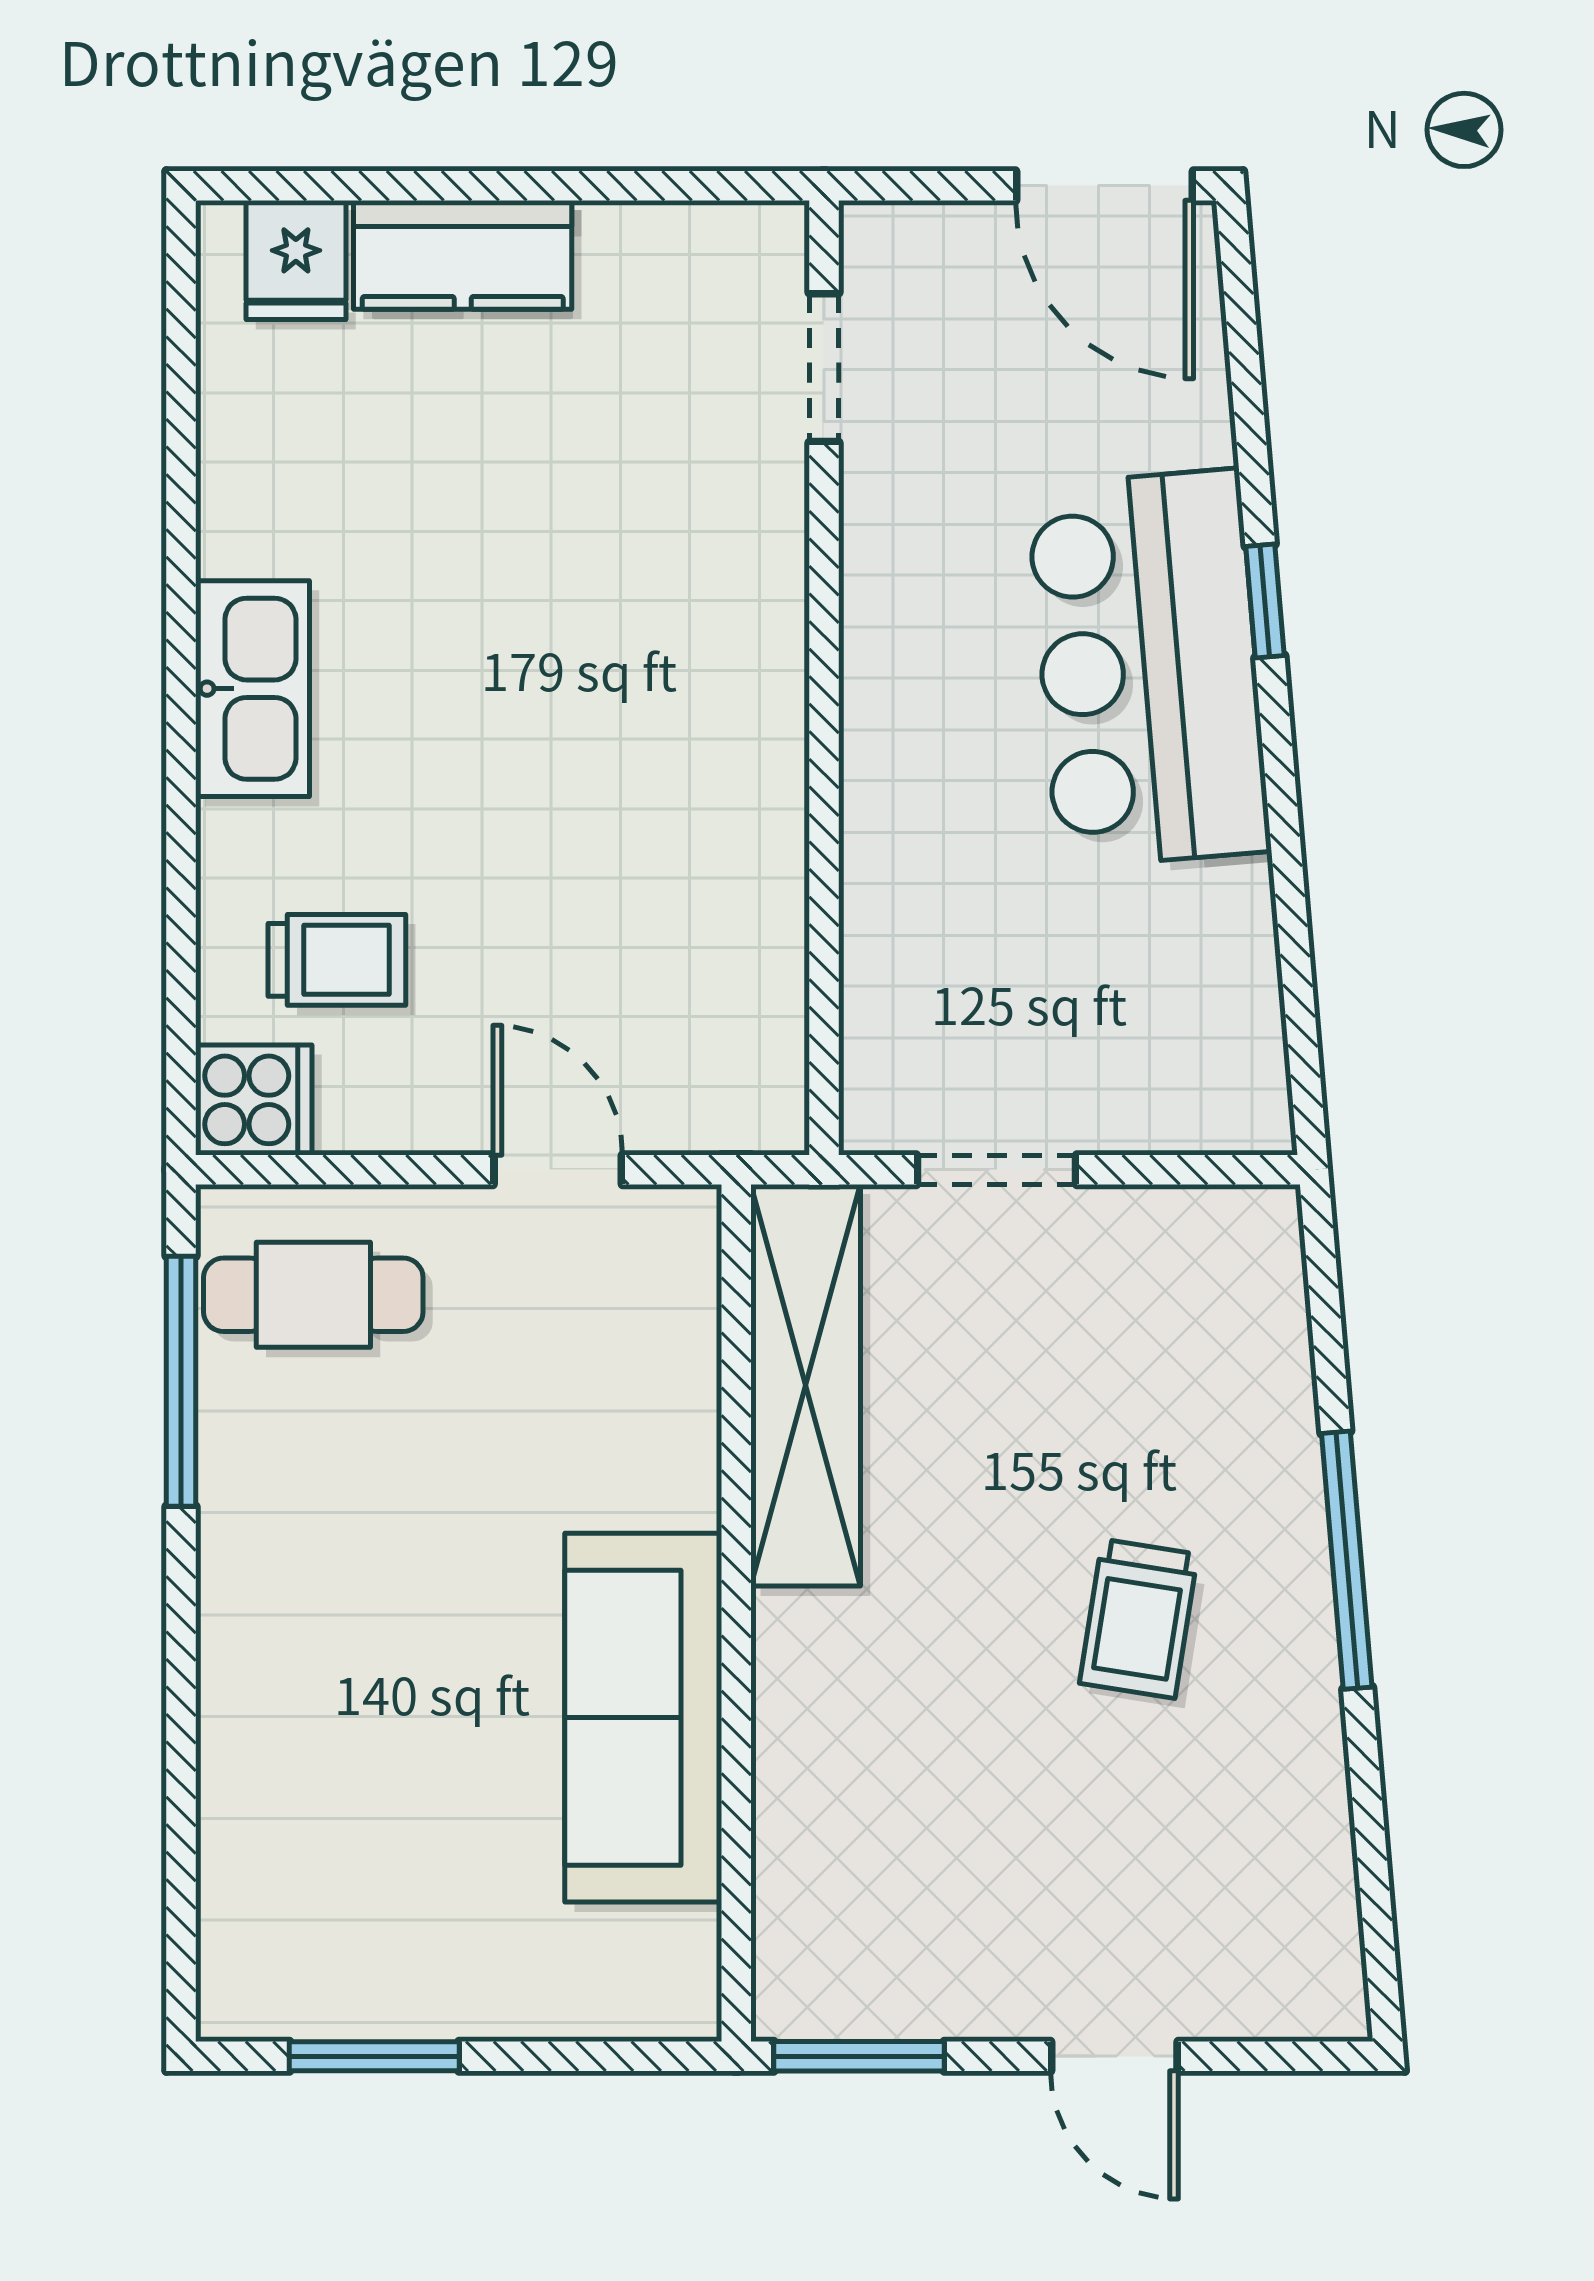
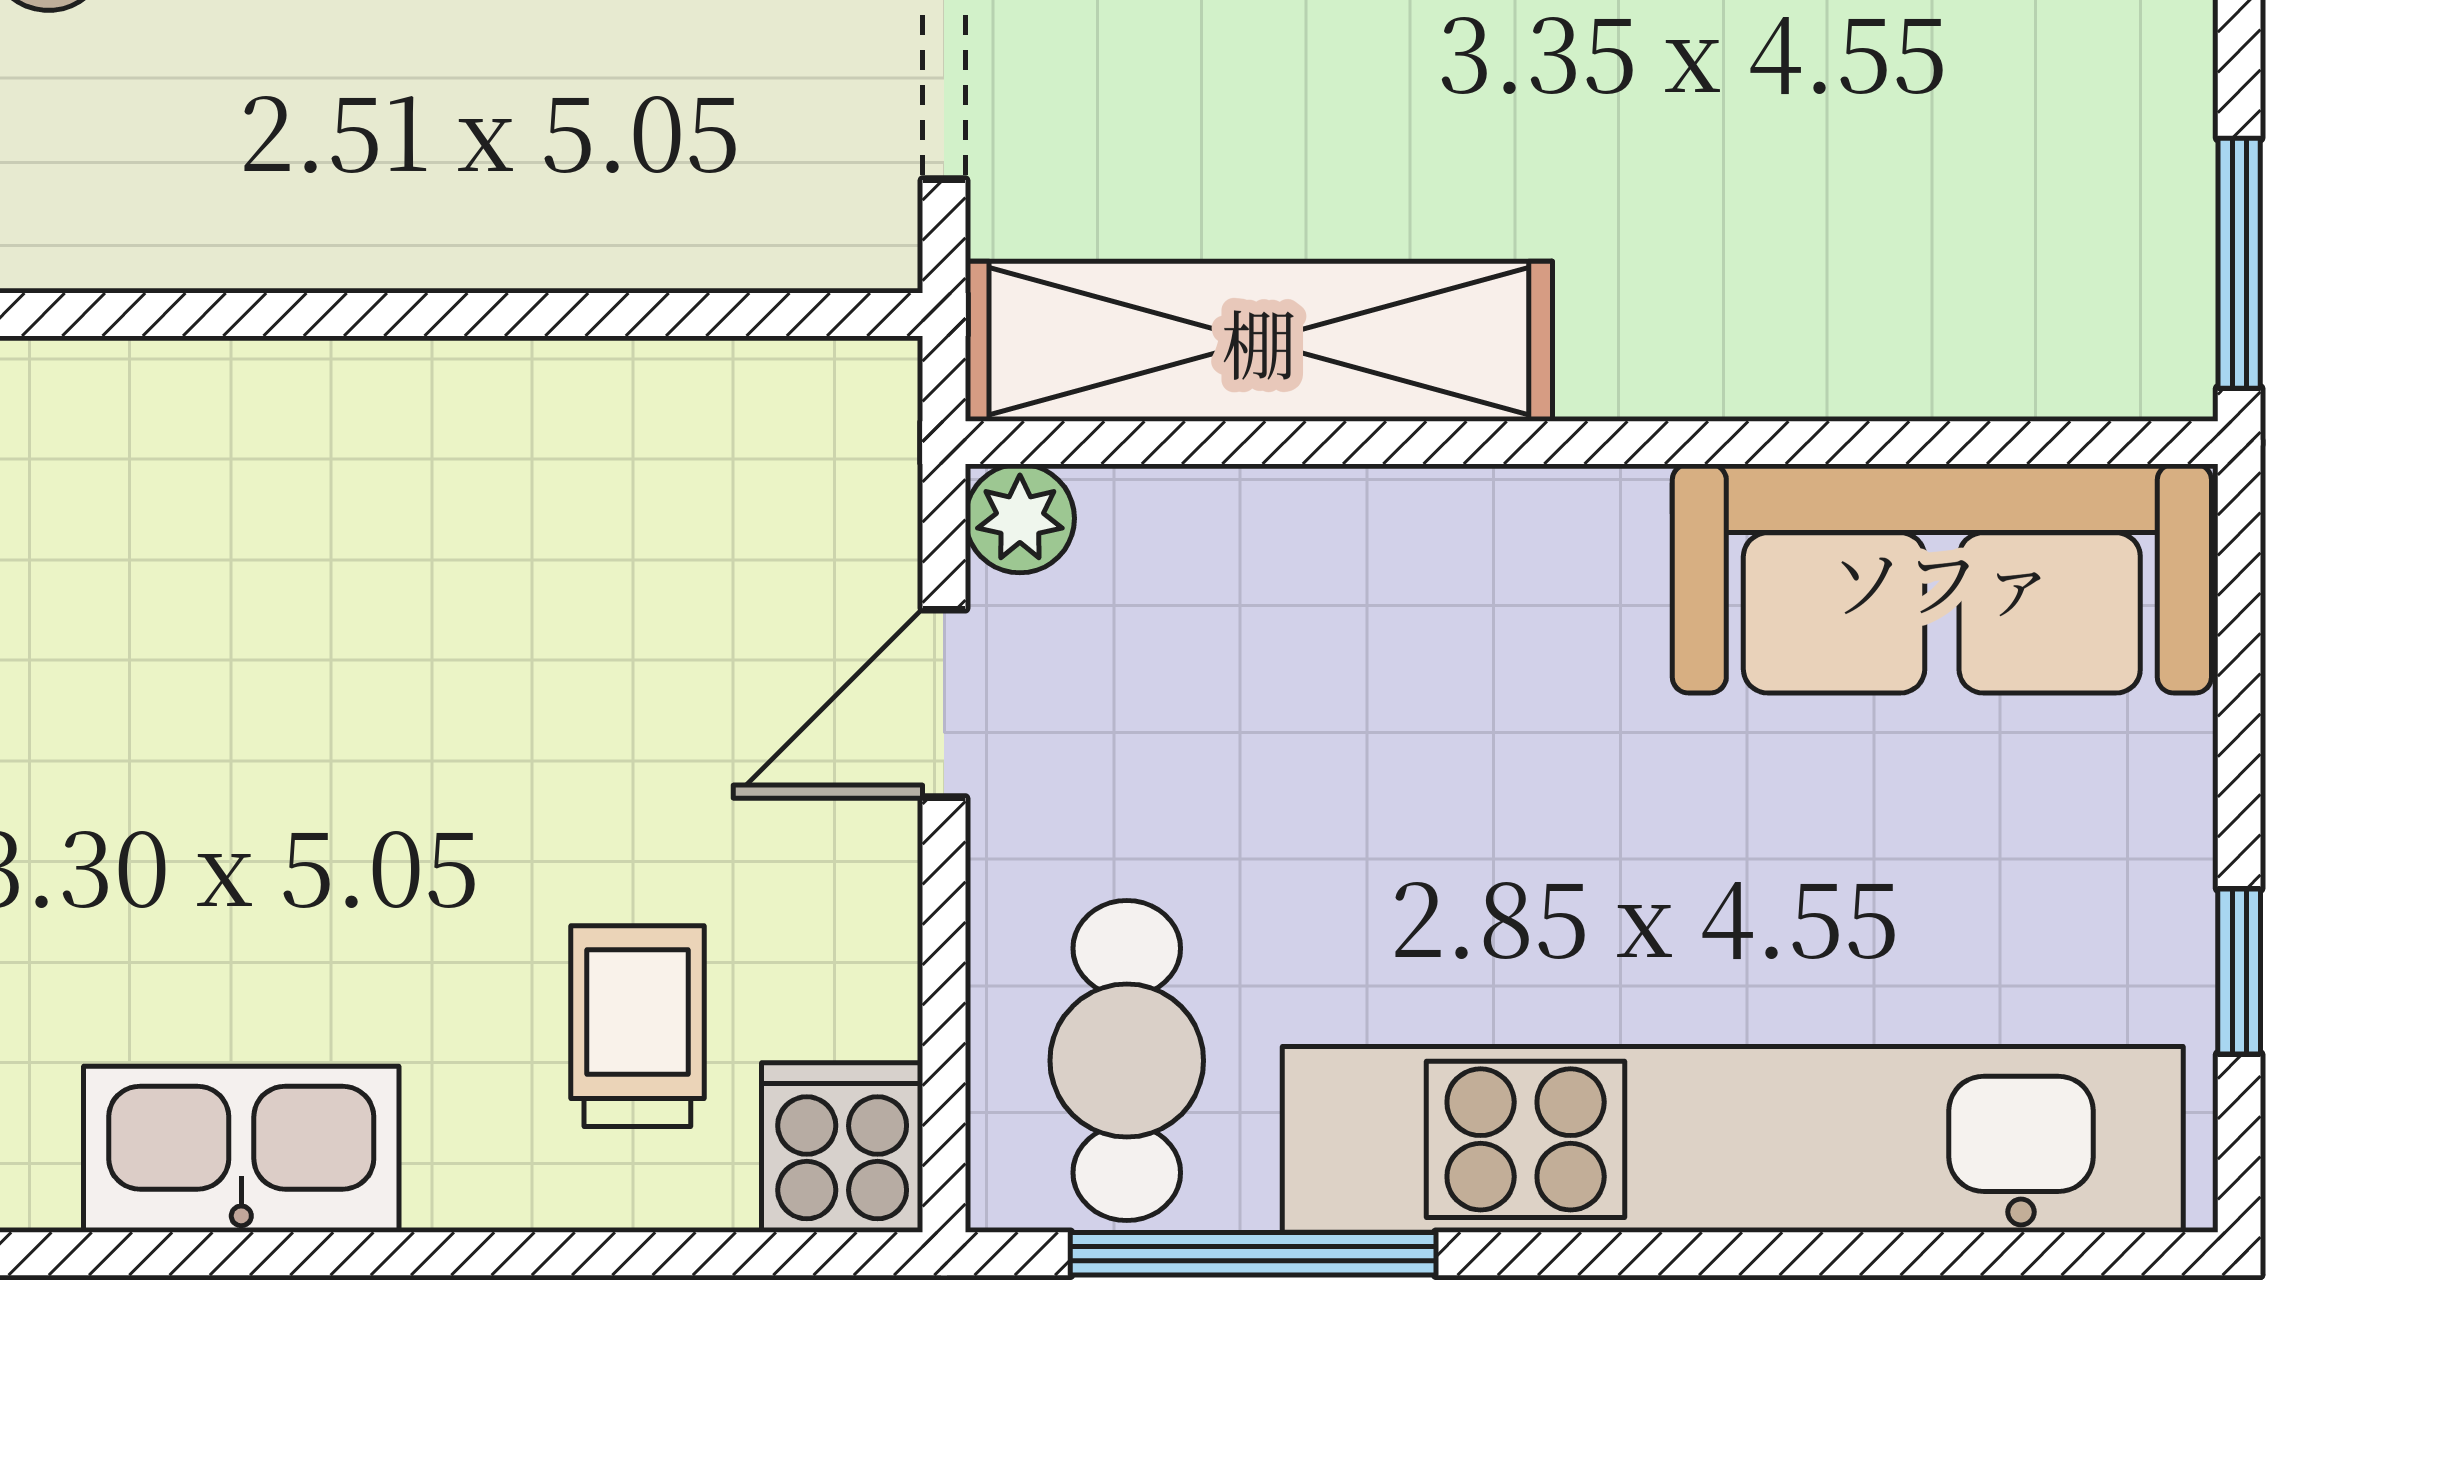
plant: (684, 1222) -> (1020, 518), added
kitchen unit: (259, 1710) -> (1733, 1139), added
sofa: (643, 1718) -> (1942, 579), moved
window: (374, 2056) -> (2239, 972), width x0.67

